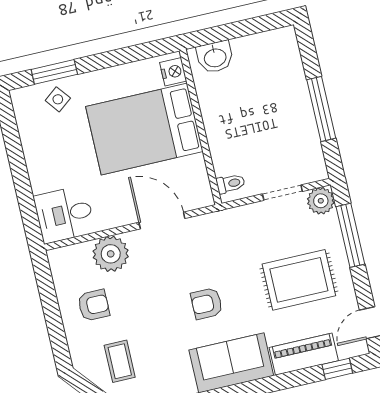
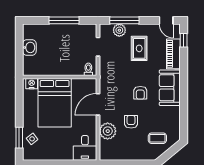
washbasin: (215, 57) -> (29, 47), moved
plant: (321, 201) -> (119, 30), moved
rug: (299, 280) -> (139, 48), width x0.73, depth x0.70
armchair: (94, 305) -> (131, 122), moved

